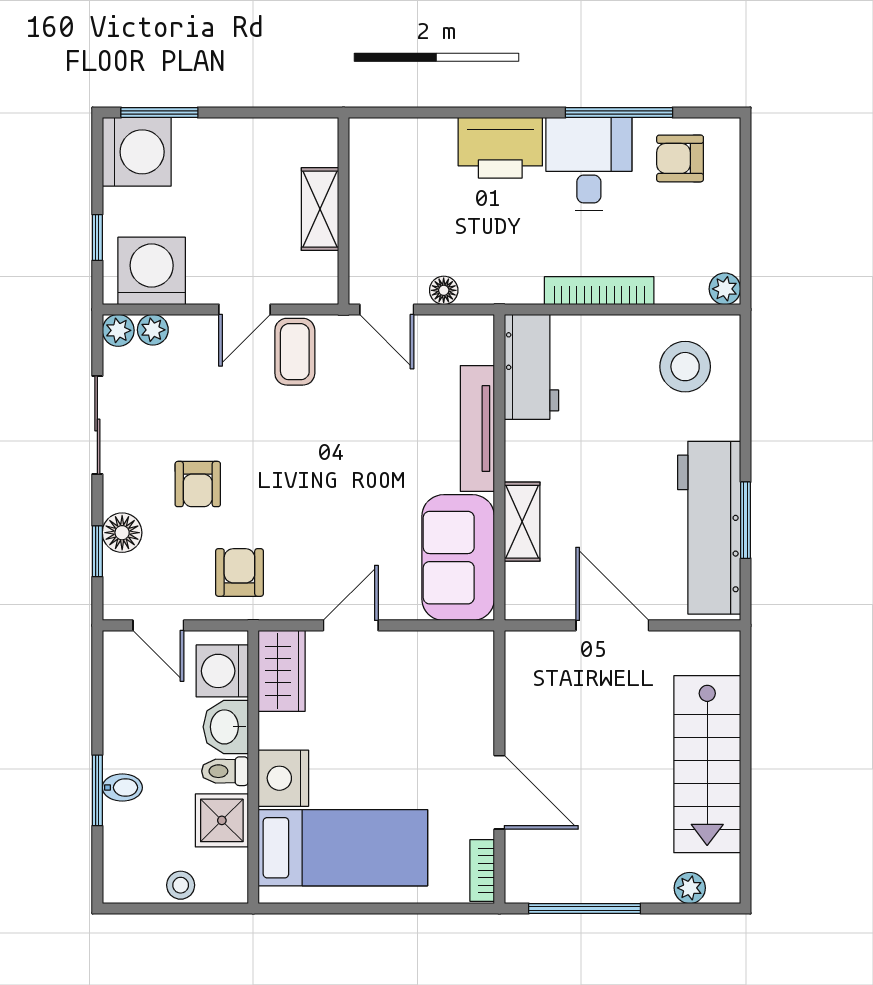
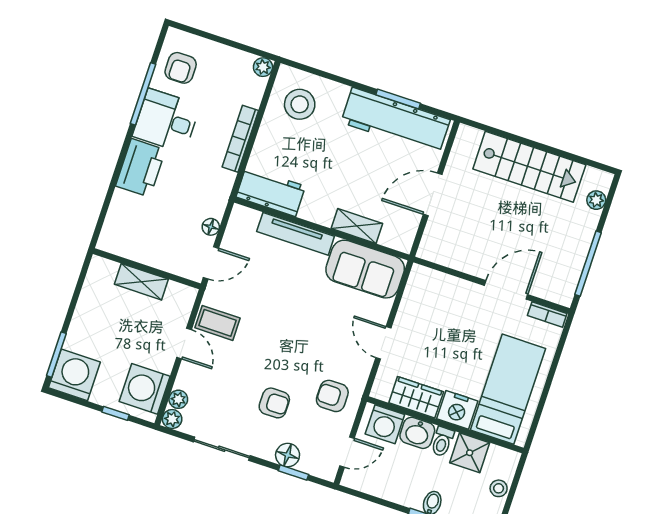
wardrobe: (282, 671) -> (416, 397), moved

